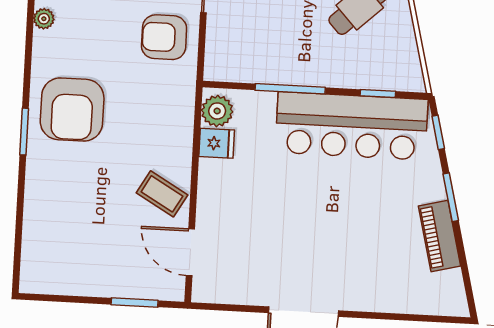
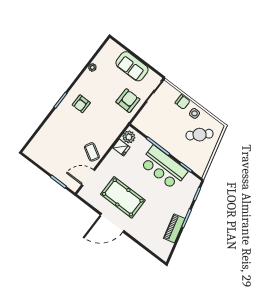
armchair: (164, 37) -> (128, 101), turned 91
armchair: (72, 110) -> (81, 104), width x0.53, depth x0.53
bar counter: (352, 126) -> (164, 167), width x0.73
pool table: (290, 244) -> (123, 197), added
door: (190, 252) -> (88, 178), hinge flipped

